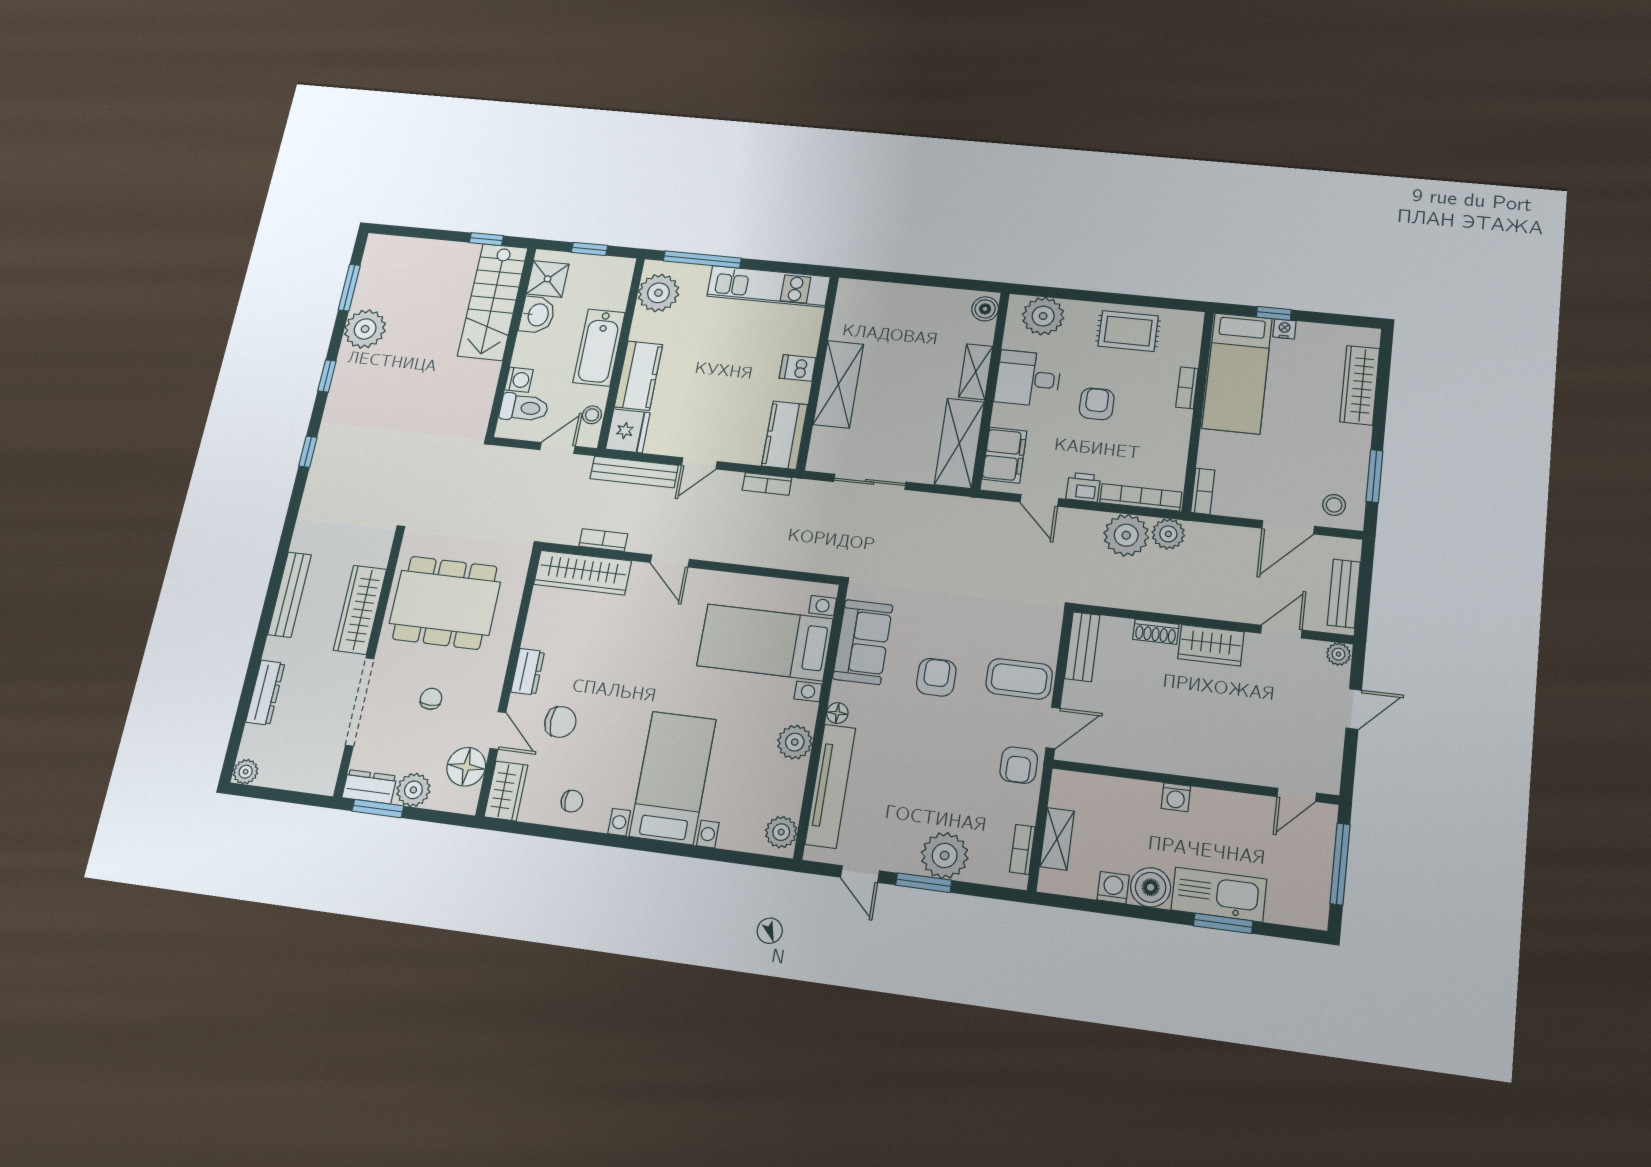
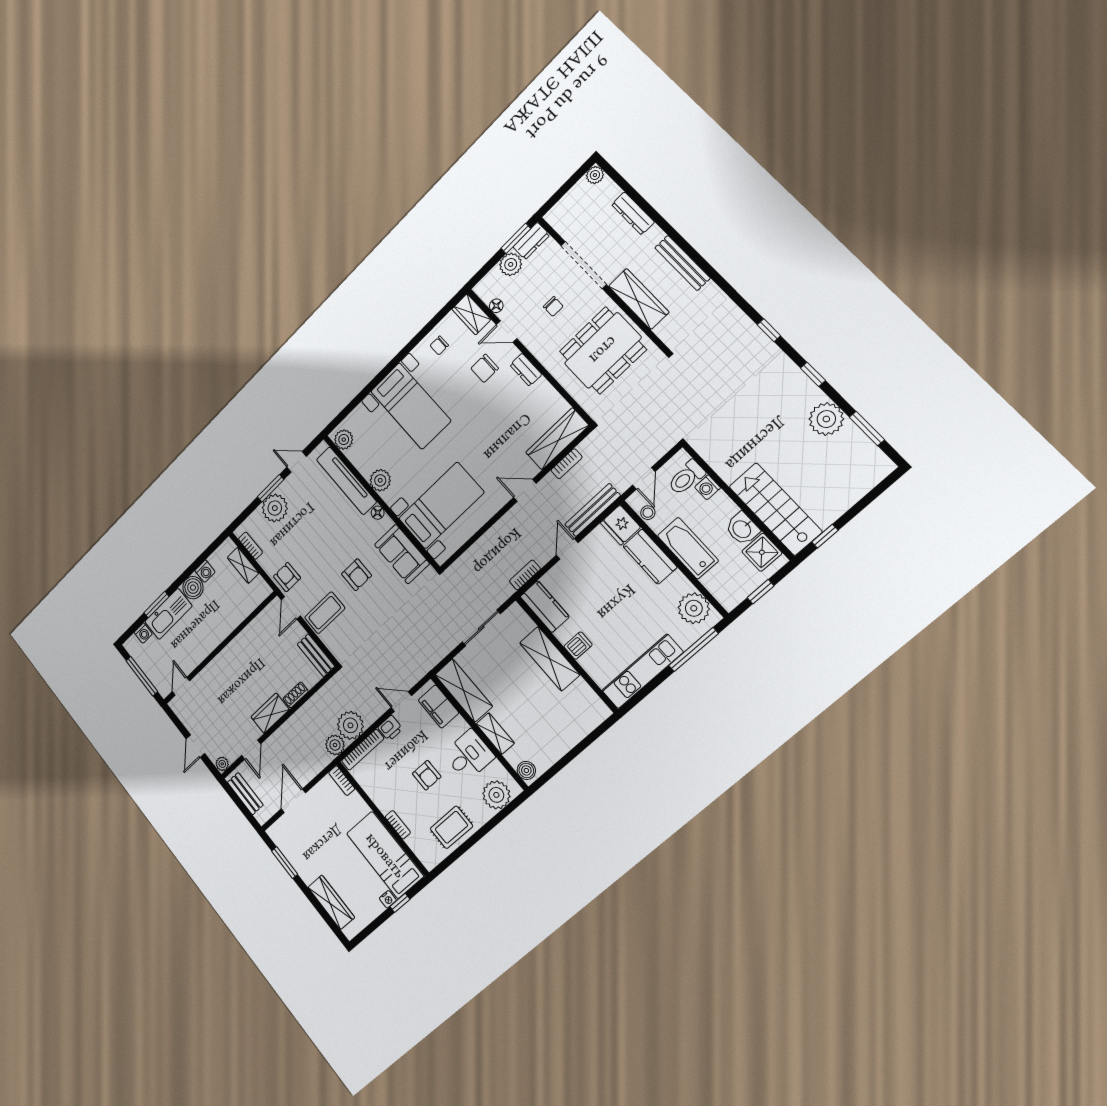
stool: (1334, 505) -> (287, 831), removed
floor lamp: (466, 767) -> (496, 306), width x0.53, depth x0.53
washing machine: (1176, 797) -> (143, 633), moved, turned 180

